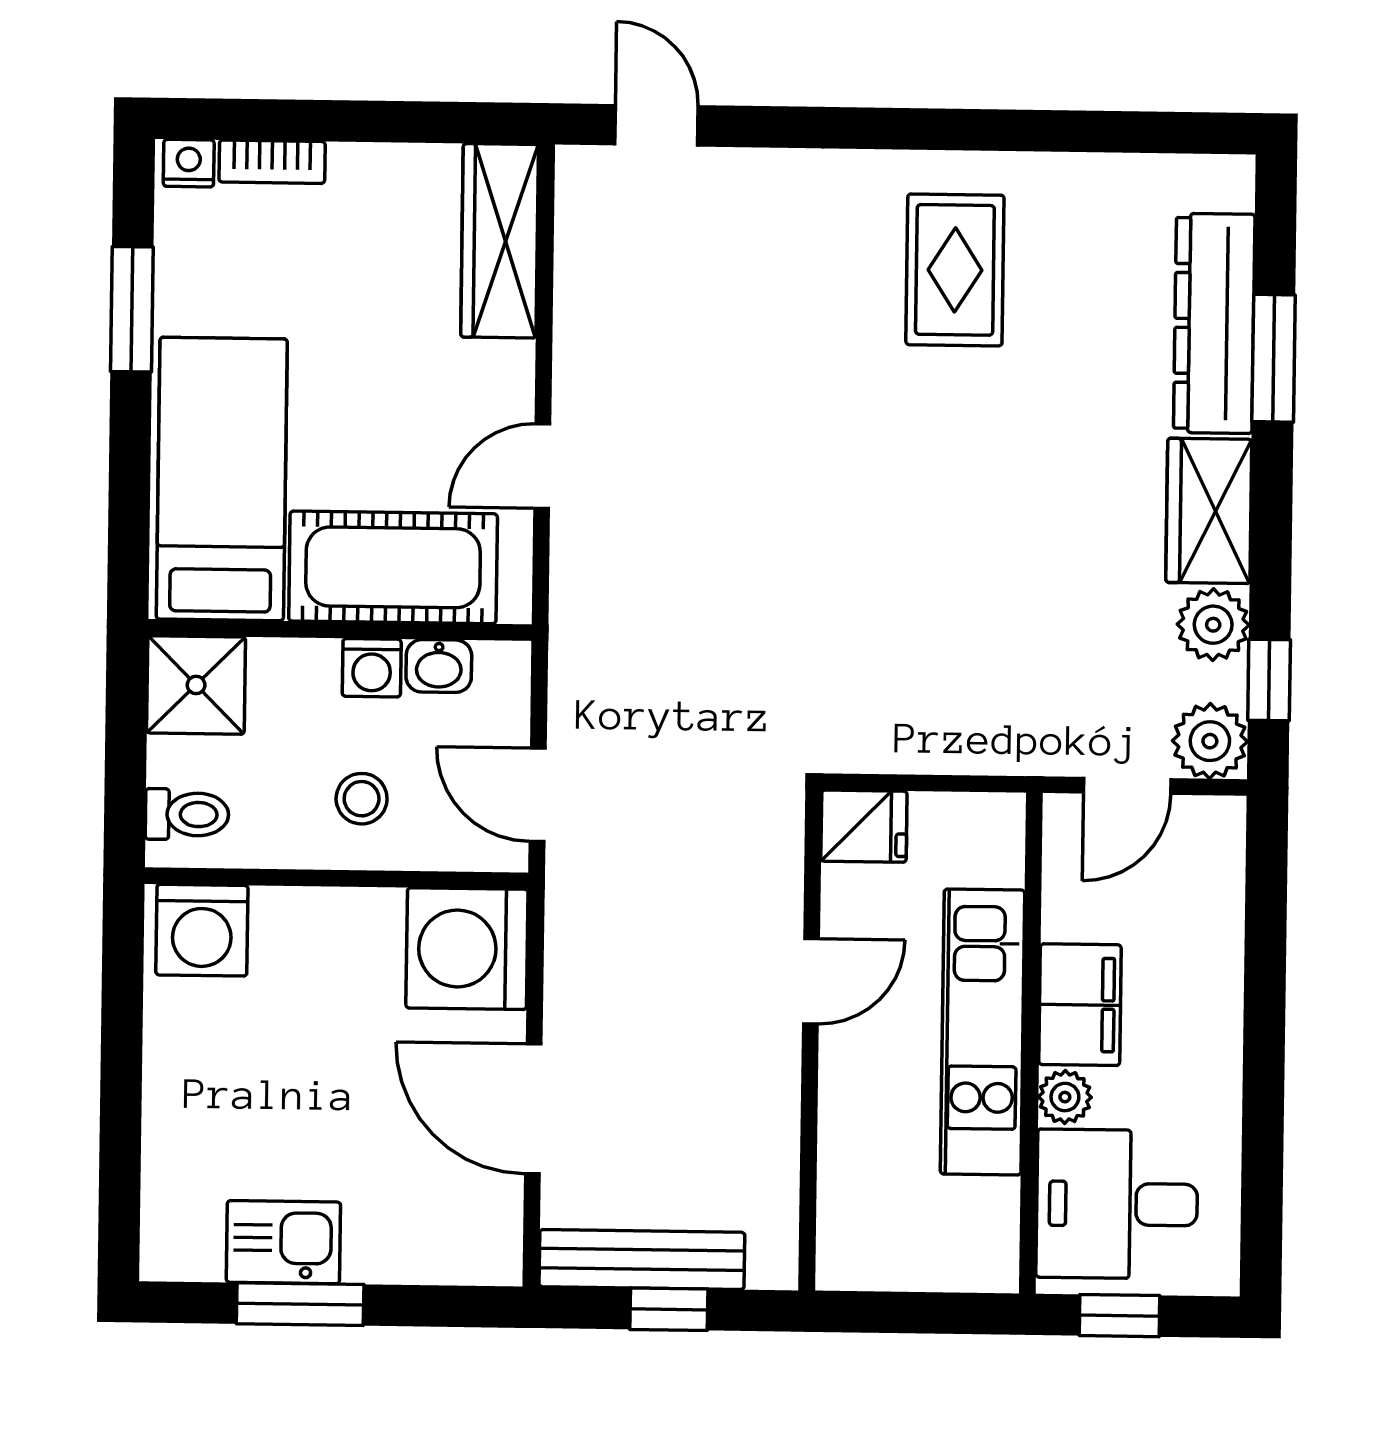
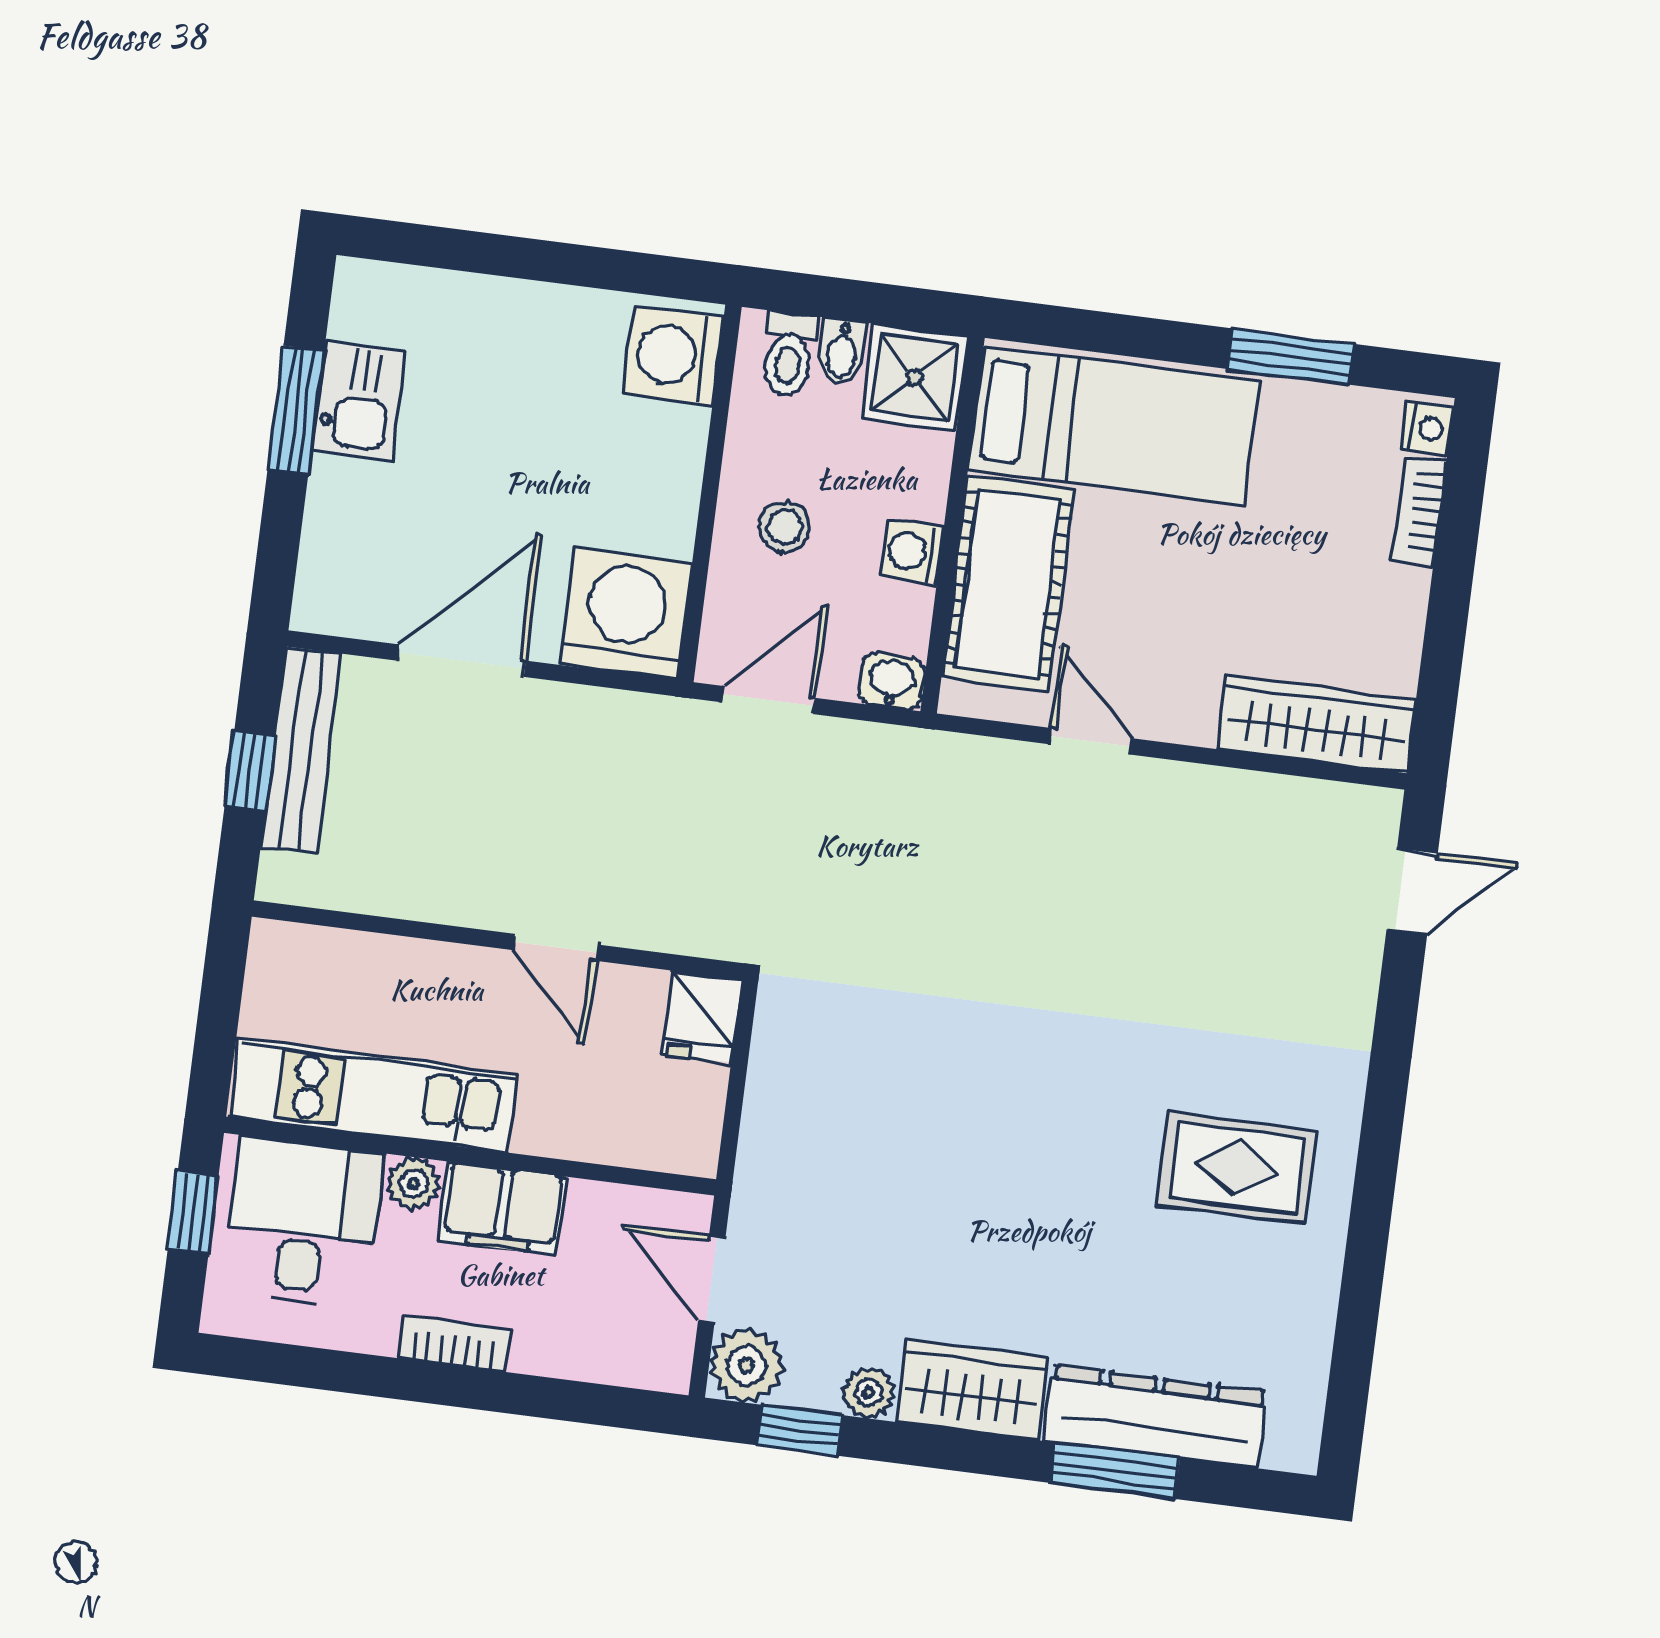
plant: (1213, 625) -> (869, 1392), width x0.73, depth x0.73
washbasin: (439, 666) -> (892, 681), moved, turned 90
bidet: (179, 761) -> (842, 352), added
kitchen unit: (983, 1032) -> (374, 1095), moved
bookcase: (1222, 1038) -> (454, 1344), added

